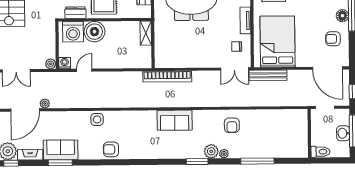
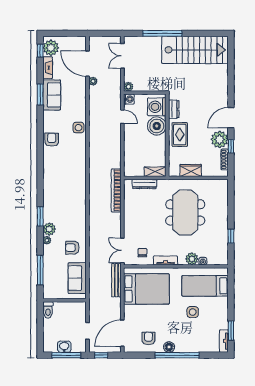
dresser: (160, 45) -> (144, 184), added
sofa: (175, 120) -> (77, 278), moved
wall: (309, 133) -> (65, 300), moved
toilet: (320, 152) -> (48, 310), moved

